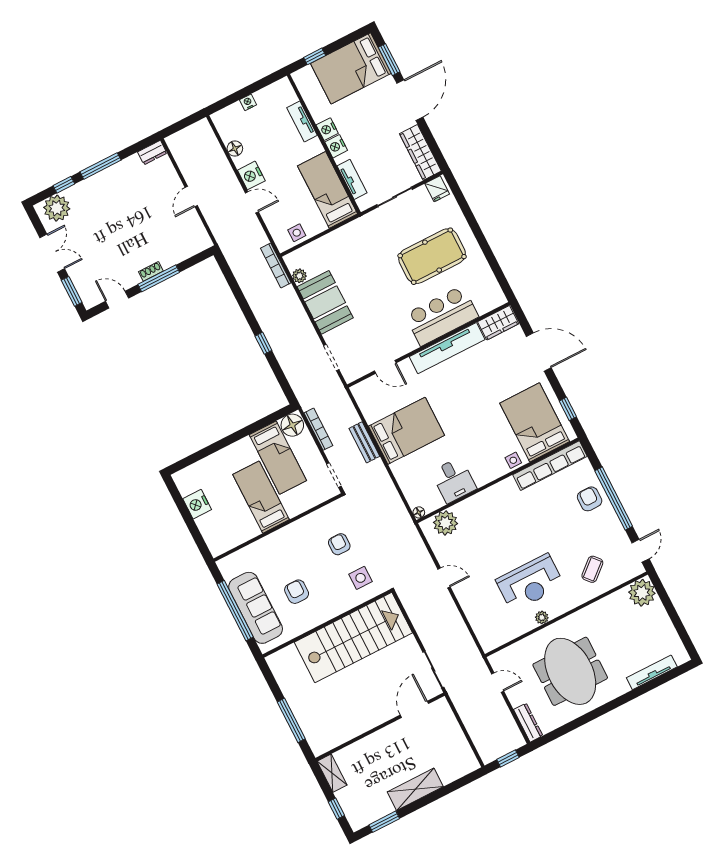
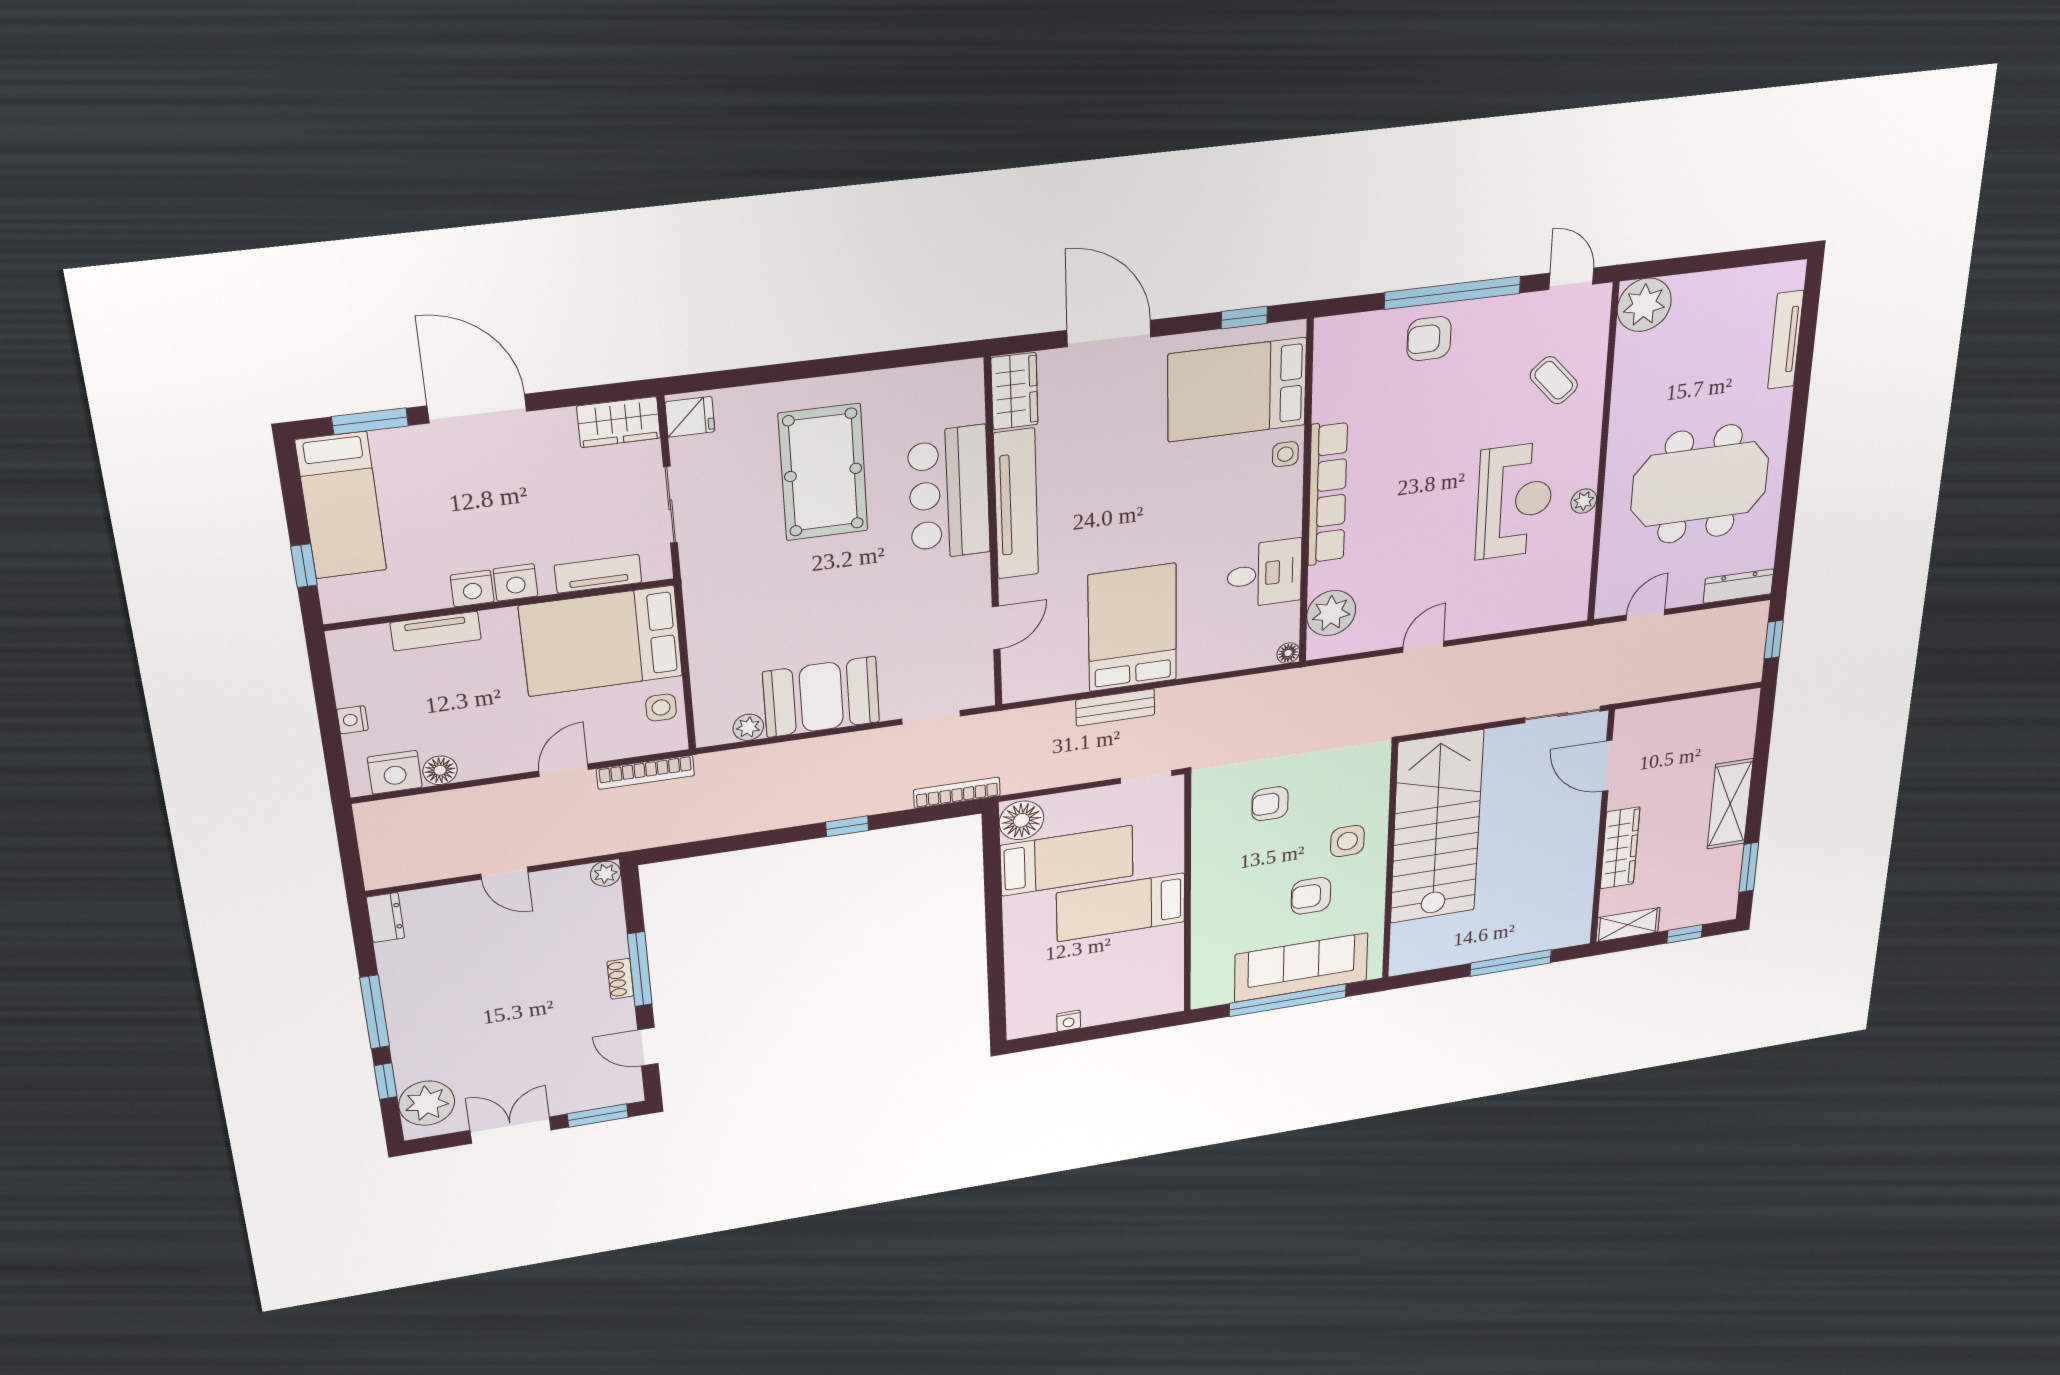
bed: (351, 68) -> (341, 506), width x0.67
wardrobe: (420, 152) -> (619, 422), width x0.67
nightstand: (251, 175) -> (395, 772), moved
bed: (328, 190) -> (601, 641), width x1.50
plant: (205, 242) -> (605, 874), added
bookcase: (276, 266) -> (645, 772), moved
door: (117, 300) -> (648, 1047), hinge flipped
door: (539, 352) -> (1109, 334), hinge flipped
bookcase: (318, 429) -> (957, 793), moved
row of seats: (550, 466) -> (1328, 493), moved
nightstand: (197, 504) -> (1069, 1021), width x0.53, depth x0.56
side table: (361, 578) -> (1347, 841), moved
wardrobe: (373, 743) -> (1620, 848), added

